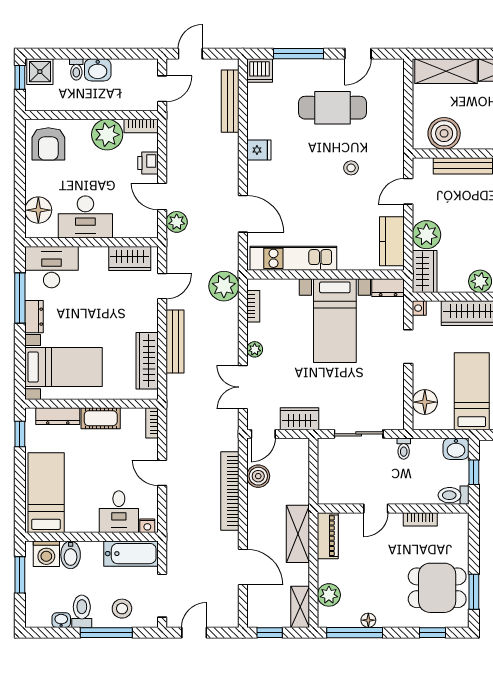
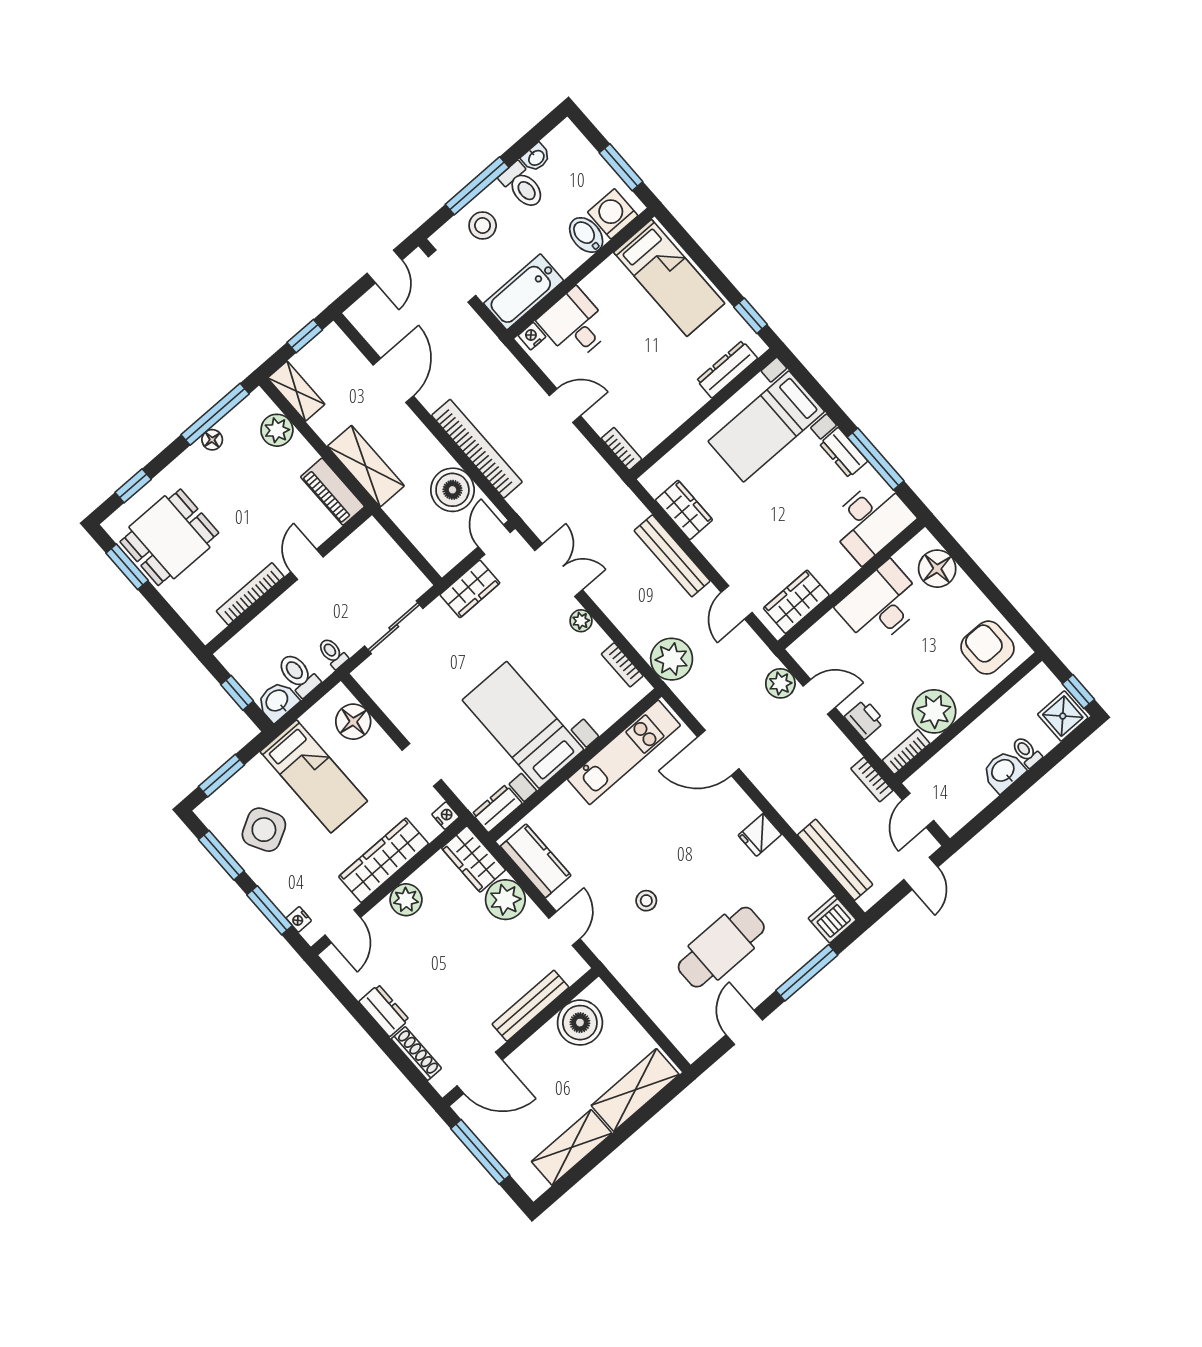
bookcase: (173, 127) -> (872, 779), added
wardrobe: (147, 361) -> (684, 510), width x0.67
cot: (101, 418) -> (680, 407), removed
boiler: (258, 476) -> (452, 490), width x1.37, depth x1.37
toilet: (454, 495) -> (298, 675), moved, turned -90
bookcase: (420, 519) -> (250, 594), width x1.56
door: (243, 567) -> (393, 380), swing flipped

